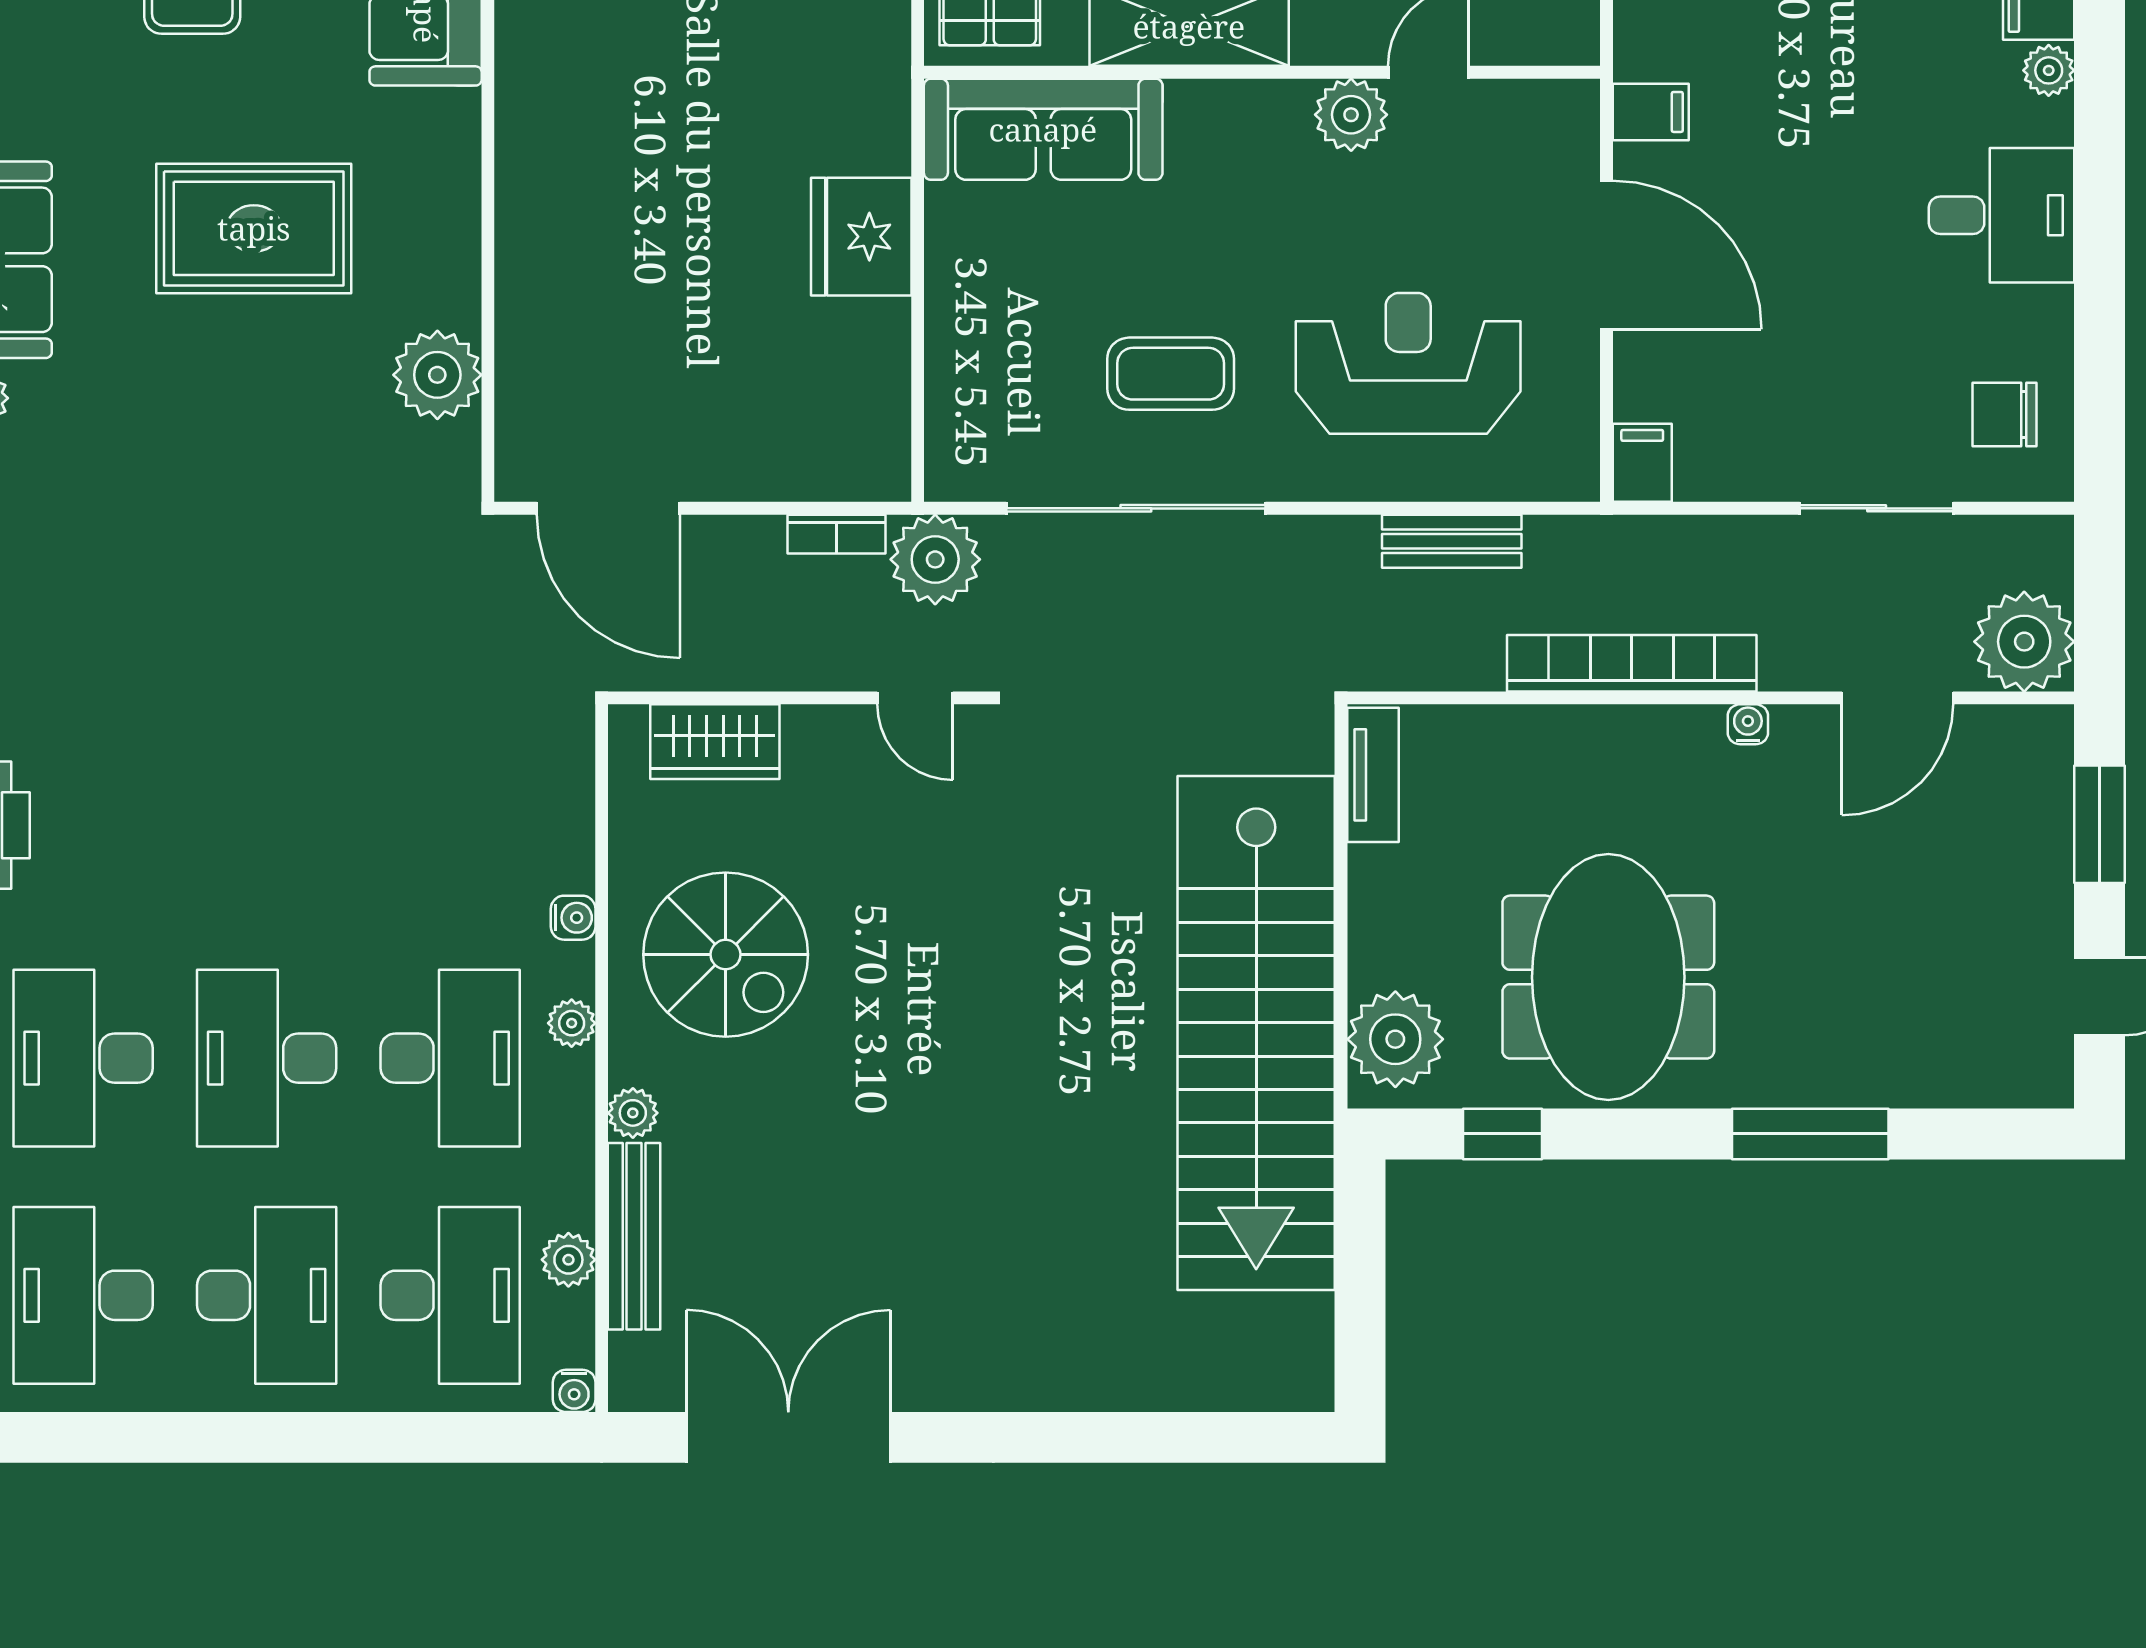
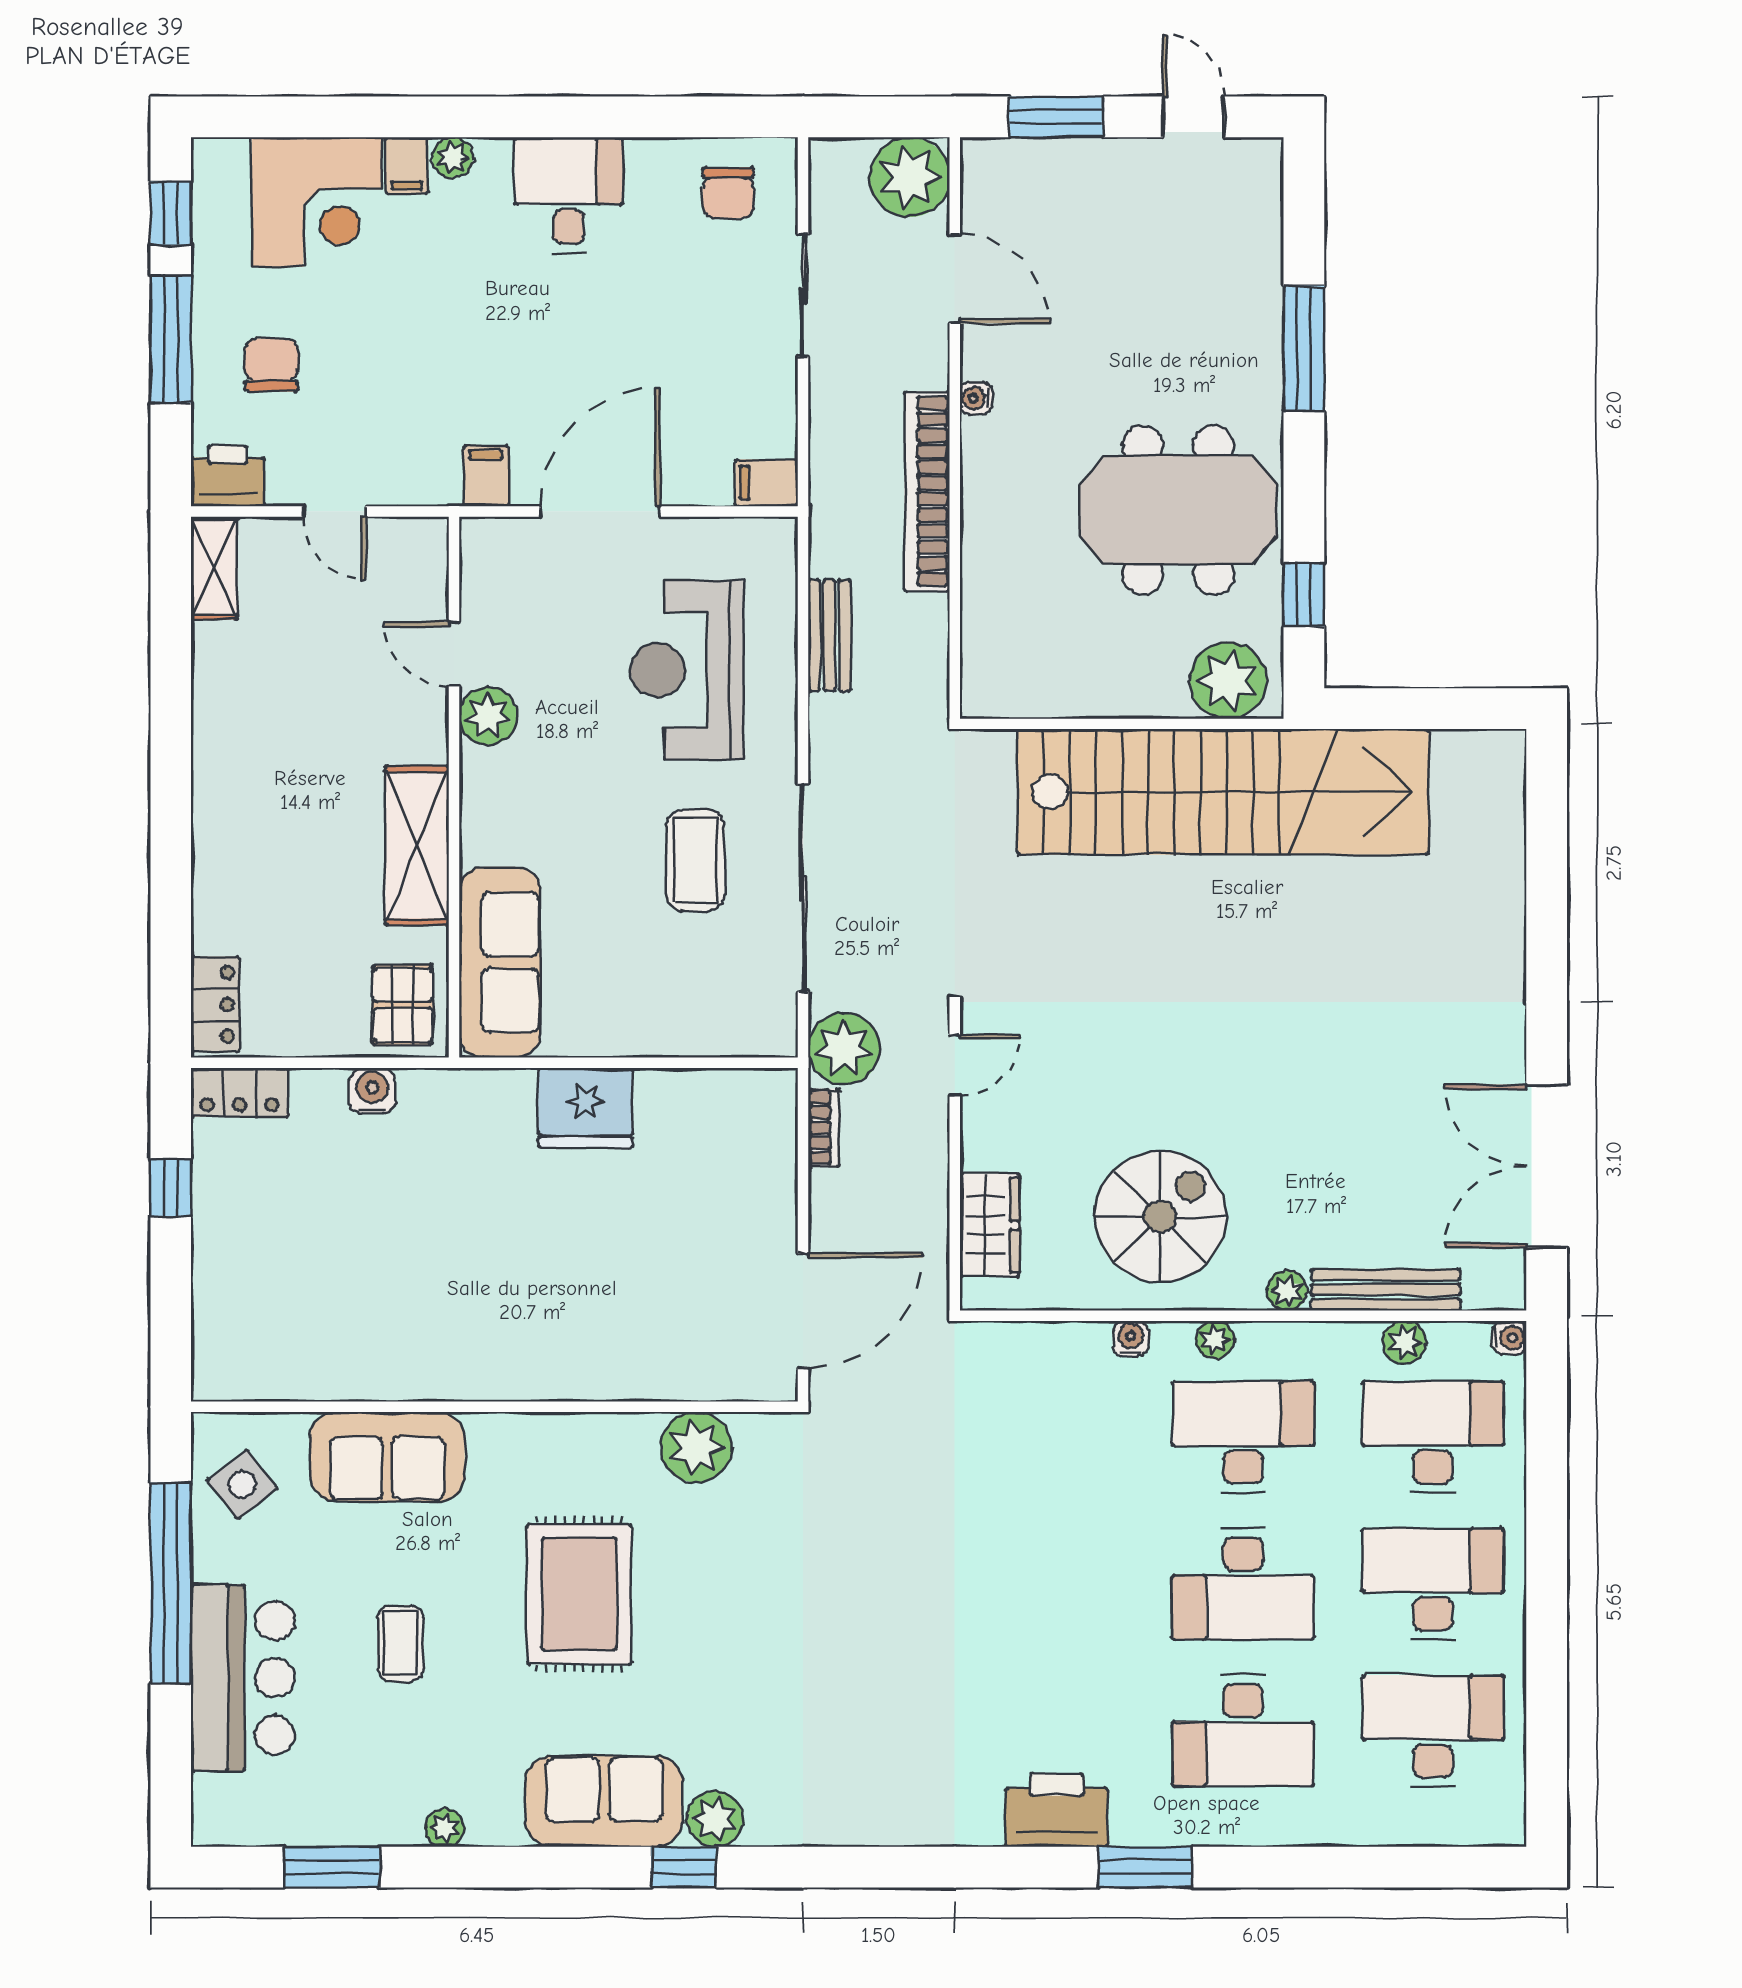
tv unit: (1373, 775) -> (1016, 698), removed
desk: (83, 1295) -> (1433, 1731), turned 180

